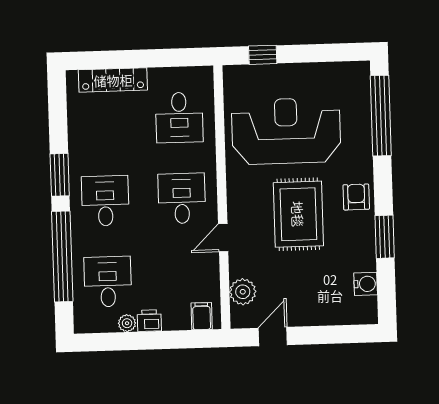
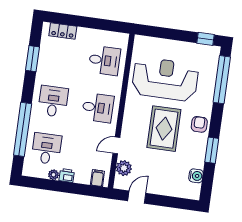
window: (263, 55) -> (206, 39), moved
locker: (113, 80) -> (63, 31), width x0.66
desk: (179, 117) -> (104, 60), turned -90
window: (60, 175) -> (32, 59), moved
desk: (182, 198) -> (98, 108), turned 90
door: (223, 238) -> (116, 145), moved

